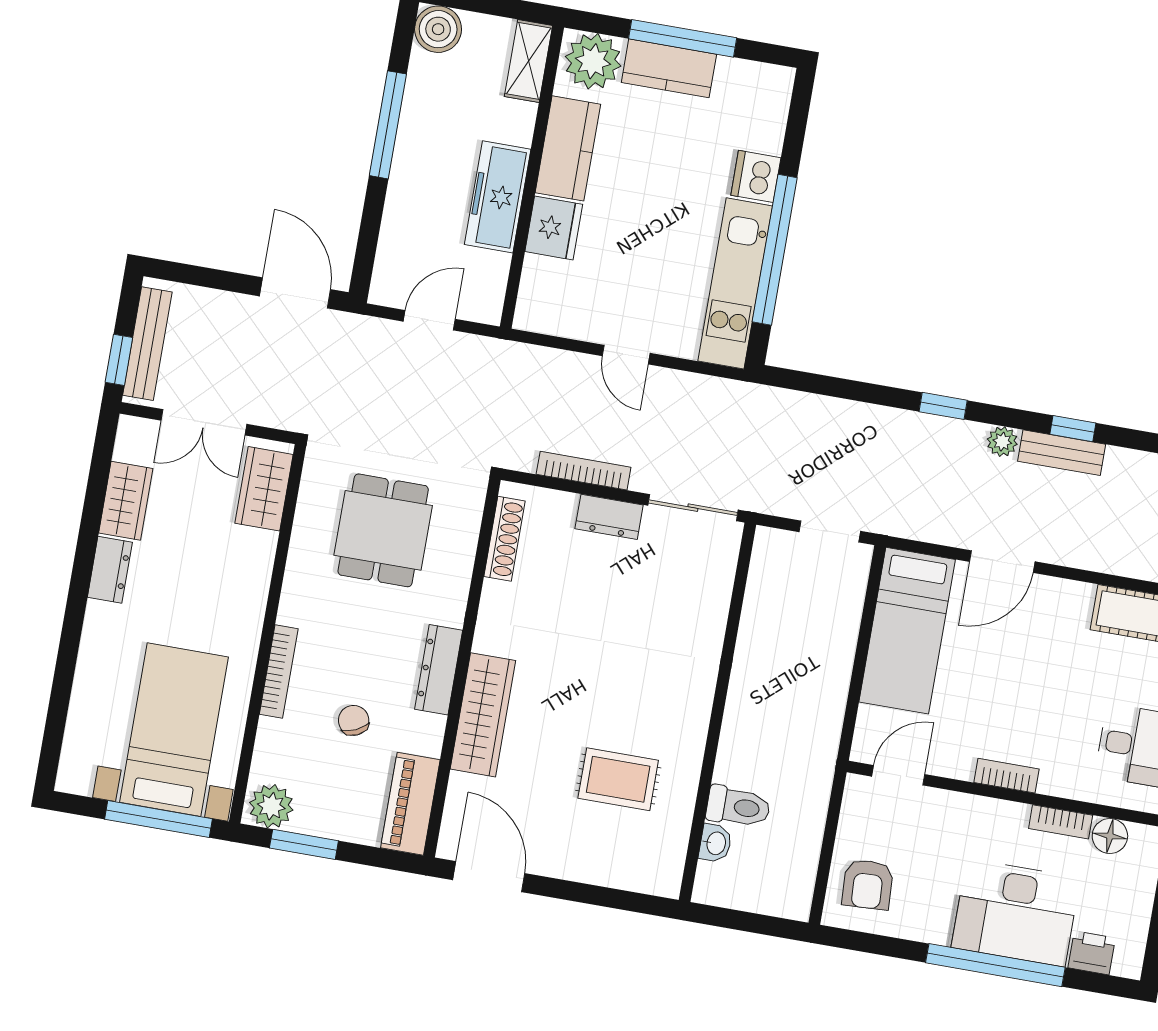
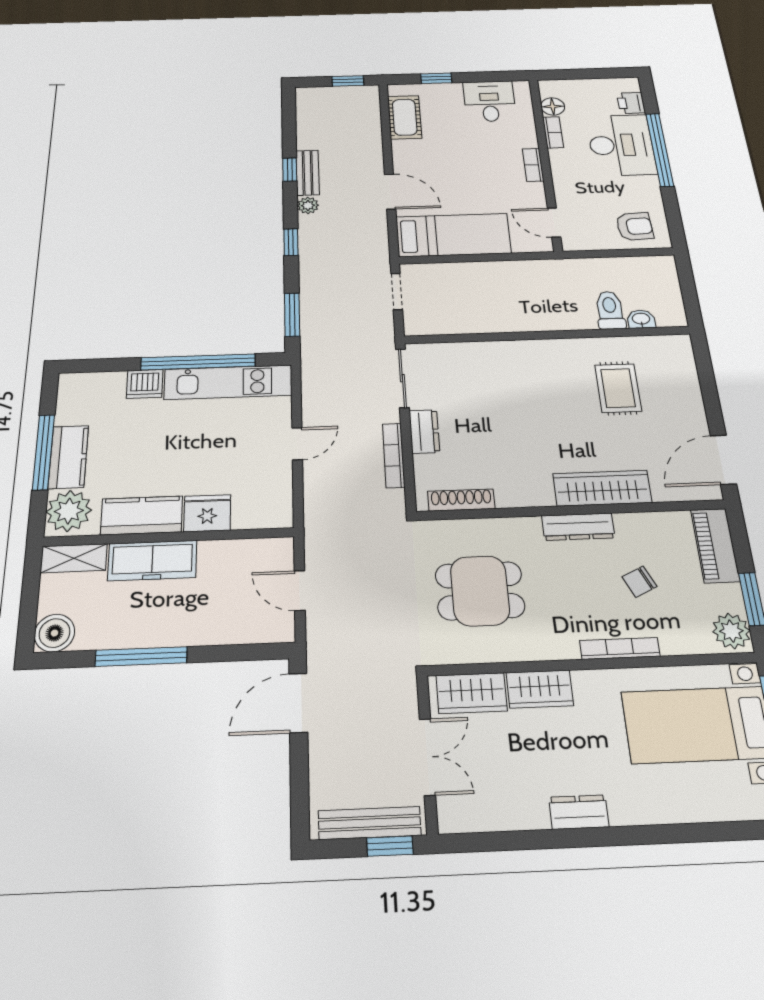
freezer: (498, 197) -> (152, 560), moved
window: (822, 385) -> (292, 315), added
wardrobe: (126, 501) -> (540, 689), moved, turned 180
piano: (410, 804) -> (715, 545), moved, turned 90

